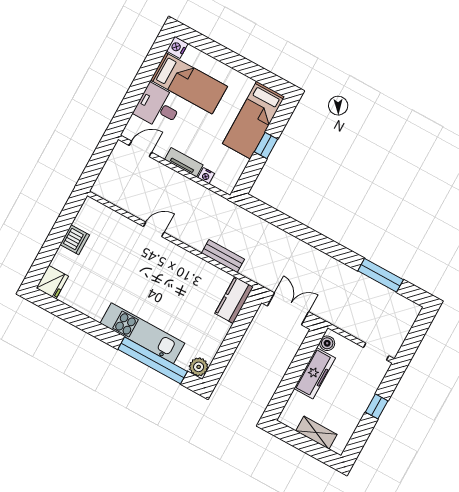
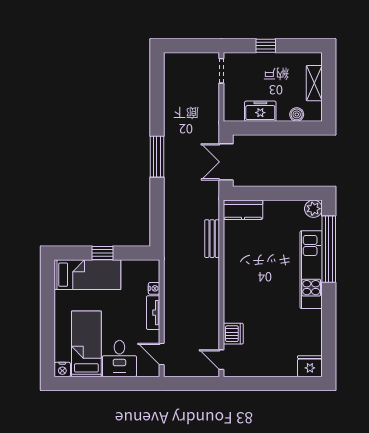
door: (154, 229) -> (221, 360), moved
dishwasher: (75, 240) -> (233, 334), moved, turned 90
window: (381, 275) -> (157, 157), moved
boiler: (327, 343) -> (297, 114), moved
freezer: (315, 373) -> (260, 111), width x0.71

